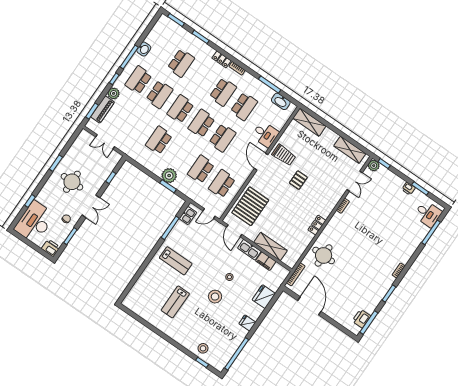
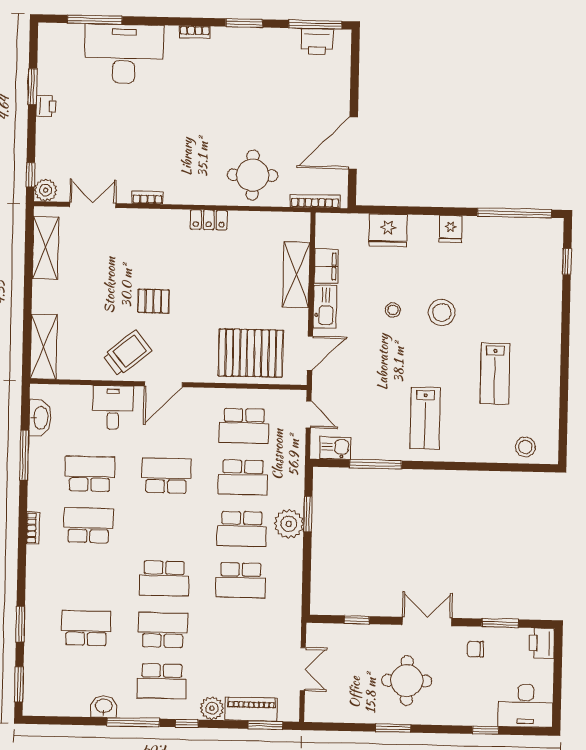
locker: (222, 59) -> (35, 564), removed
school desk: (201, 123) -> (242, 529), moved
trolley: (284, 155) -> (127, 353), turned 51
desk: (428, 214) -> (124, 54), moved, width x1.87, depth x1.30
desk: (35, 222) -> (526, 706), width x0.73, depth x0.77
lab bench: (176, 261) -> (425, 418), turned 180
lab bench: (175, 302) -> (495, 373), turned 90
stool: (203, 348) -> (525, 447), moved

